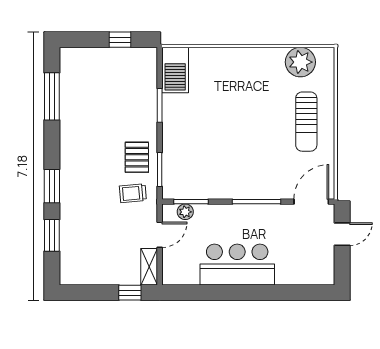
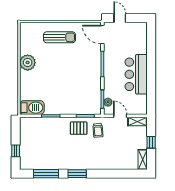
window: (120, 40) -> (16, 151), moved
plant: (300, 62) -> (28, 63), moved
window: (52, 186) -> (77, 174), moved
window: (52, 235) -> (121, 174), removed
shelving: (78, 277) -> (143, 160), added
window: (130, 293) -> (151, 142), moved

